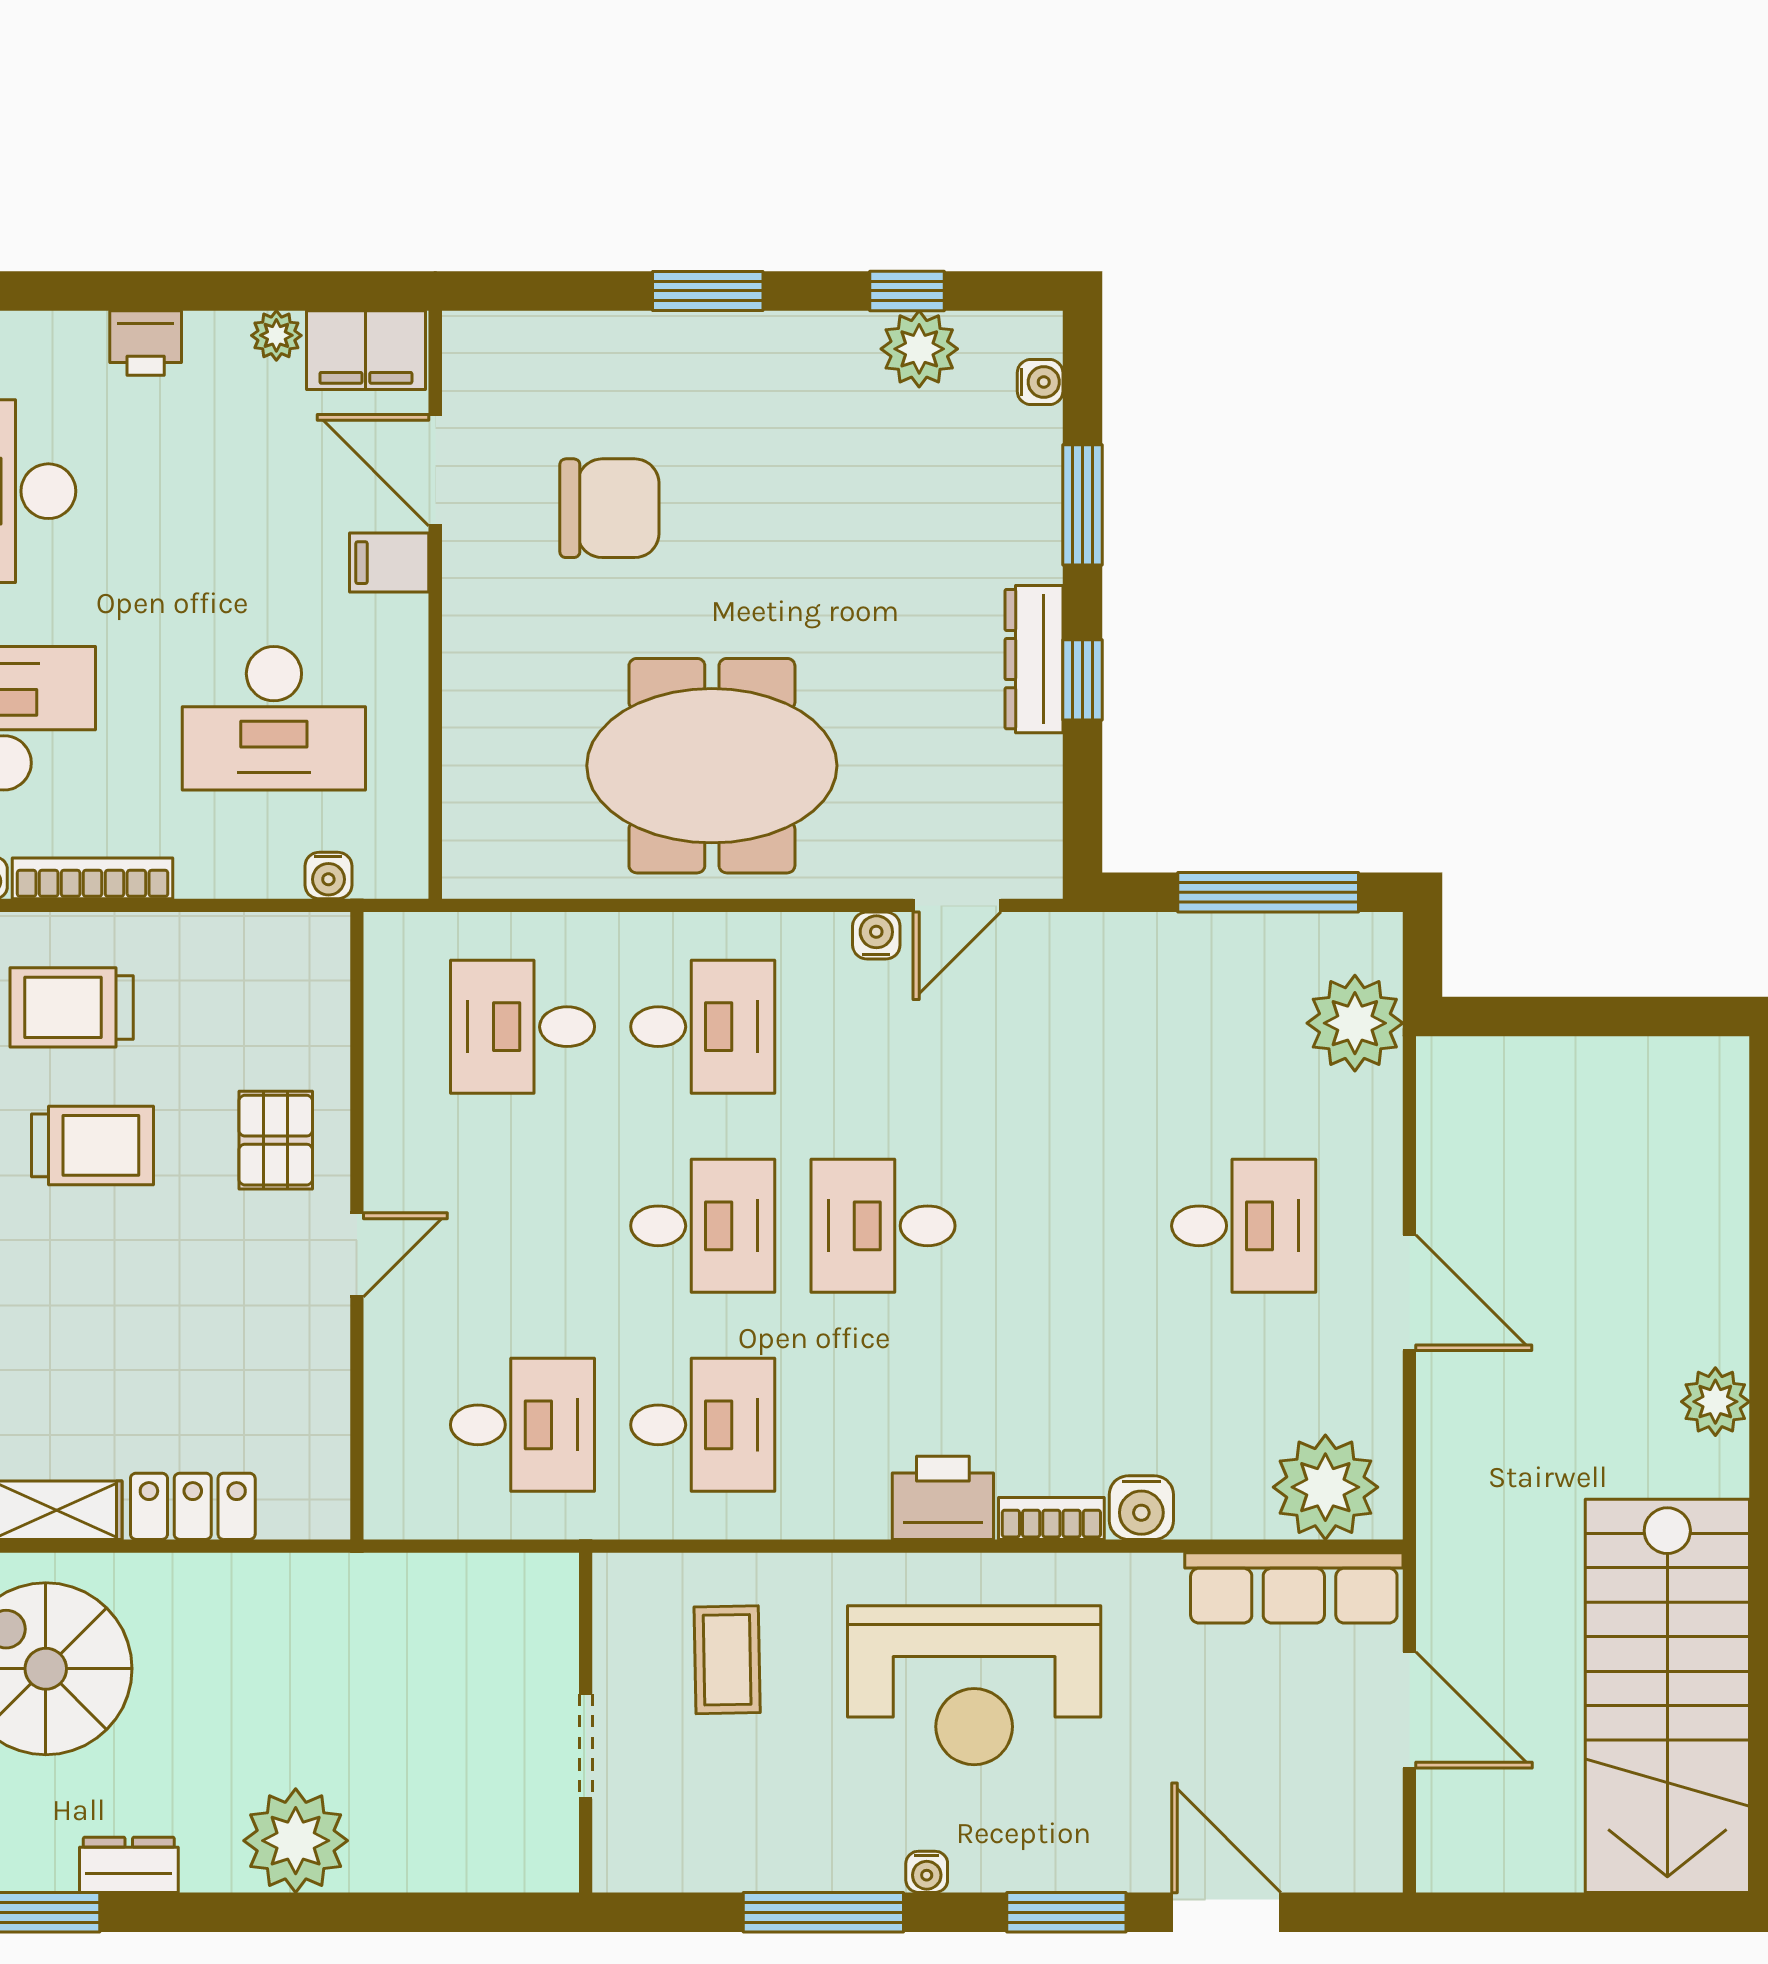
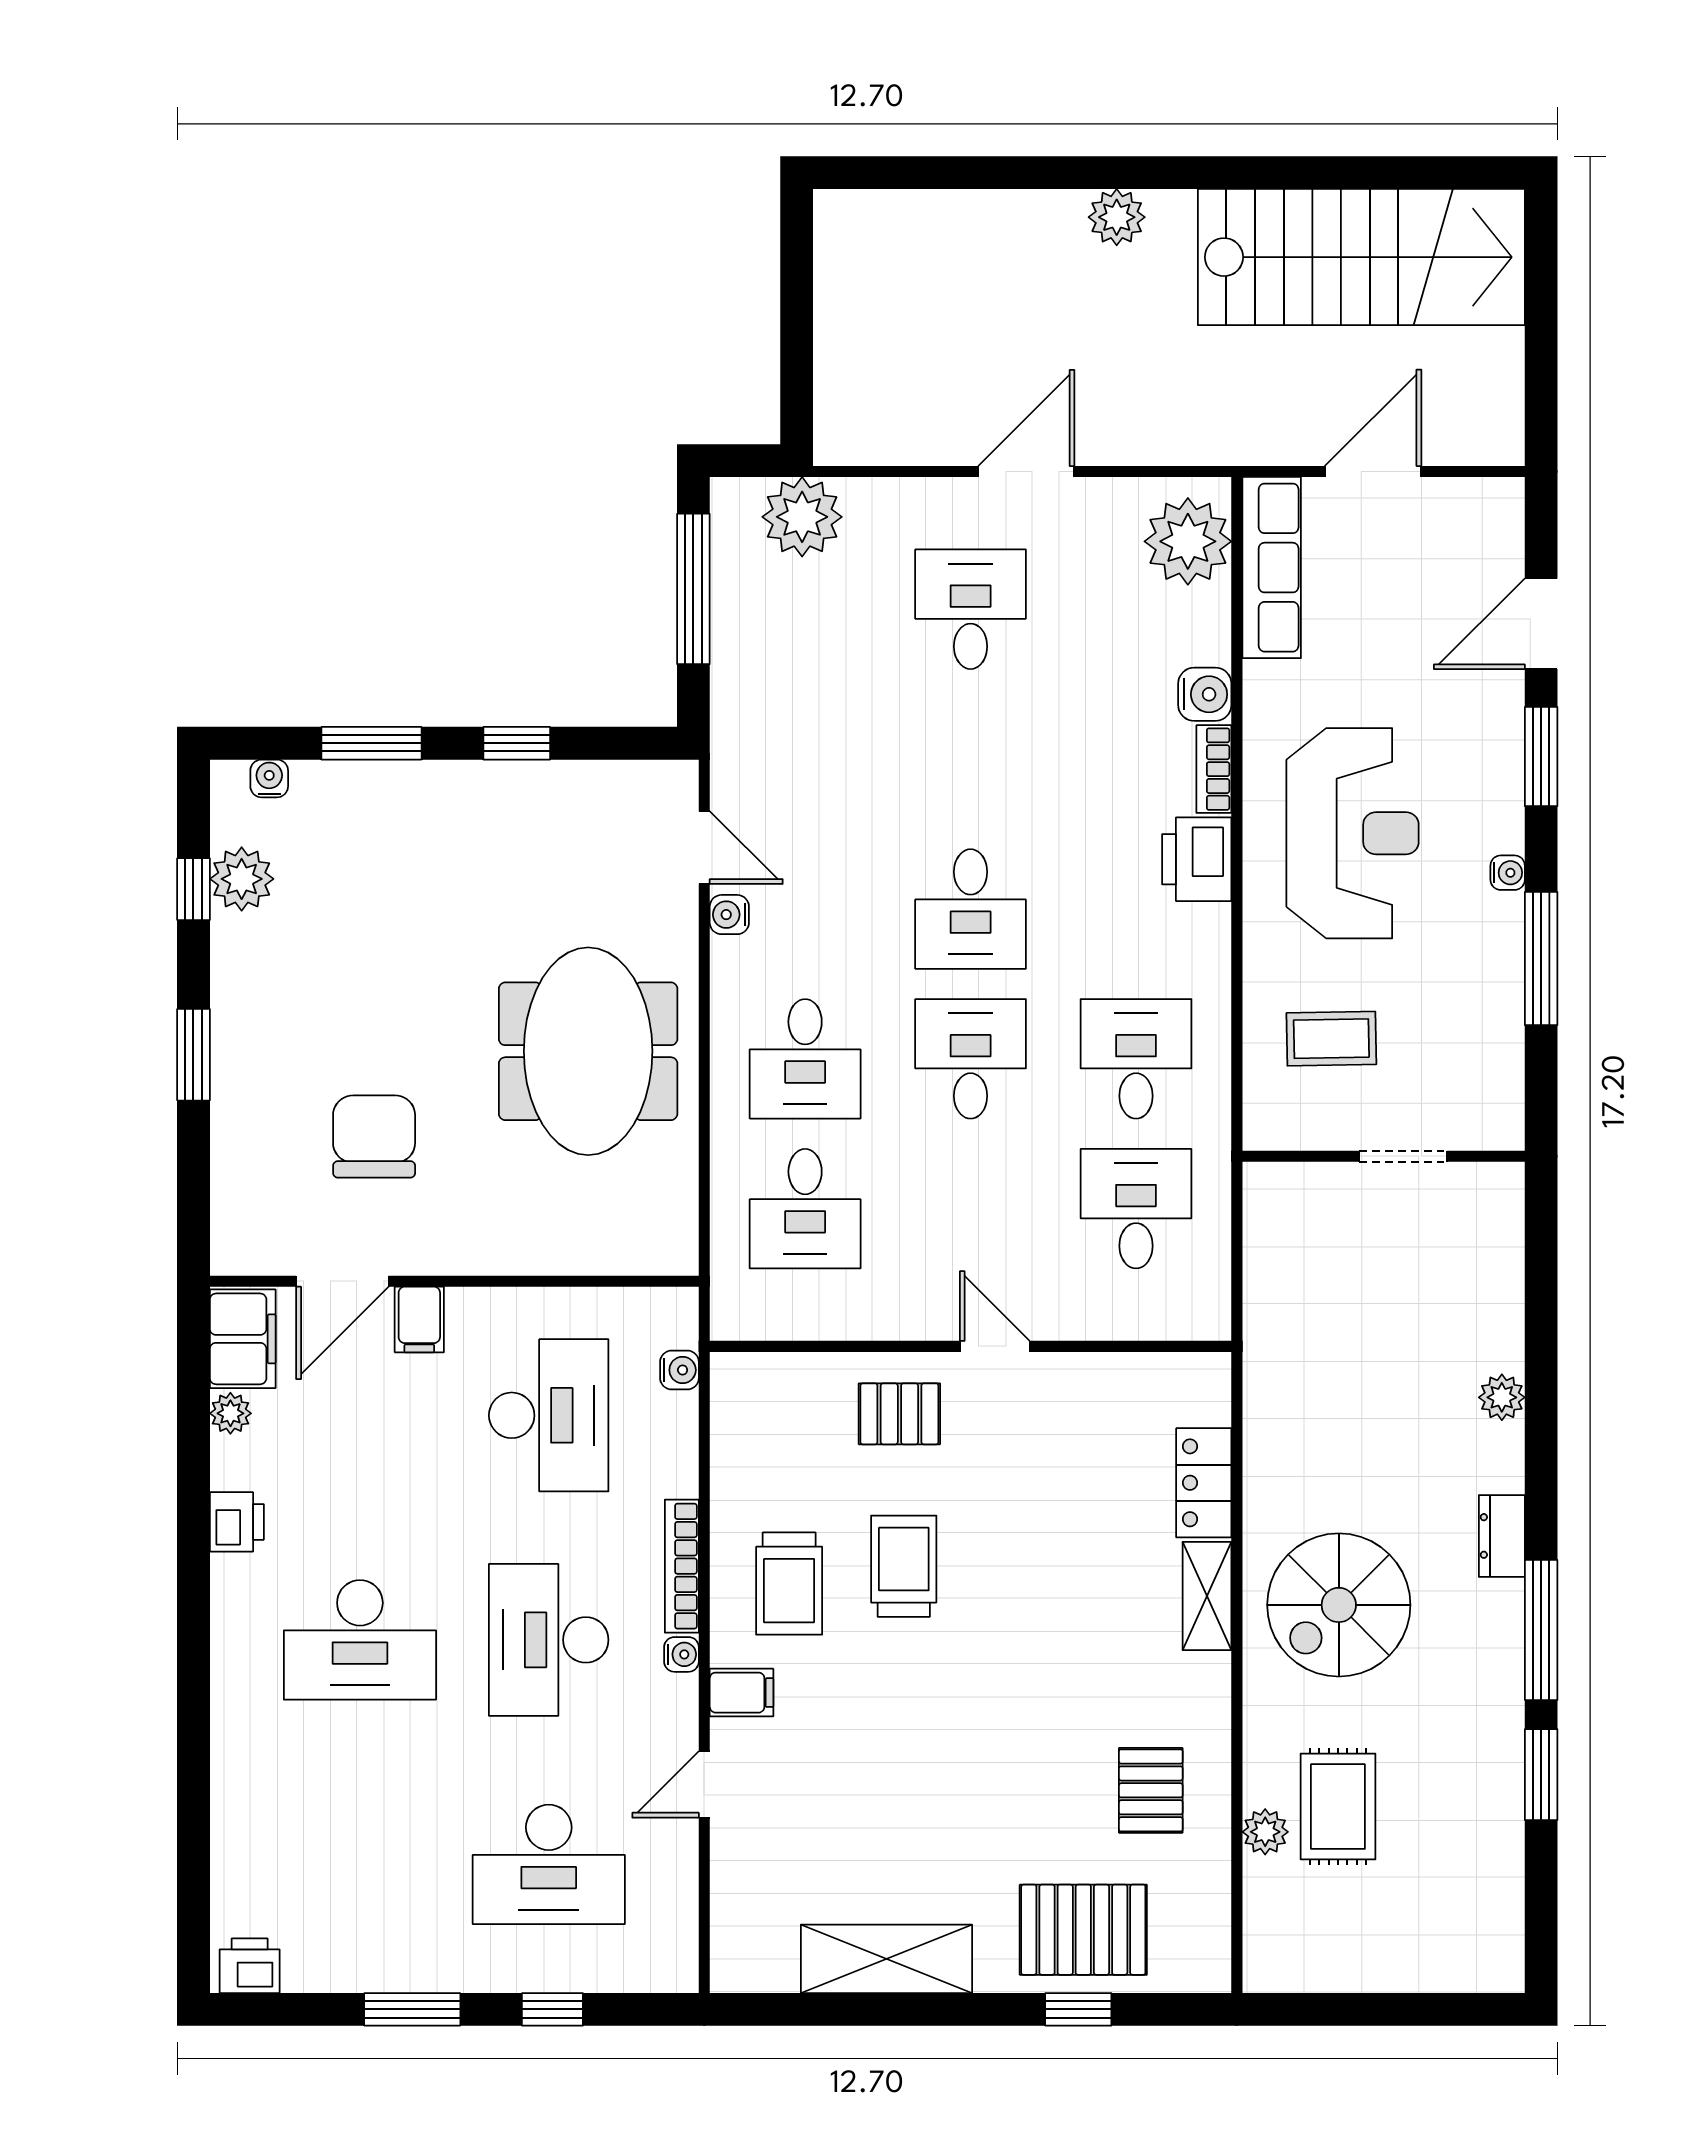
dresser: (1034, 659) -> (500, 784), removed
desk: (703, 1027) -> (805, 1059), turned 180
plant: (296, 1841) -> (1502, 1397), width x0.53, depth x0.53

